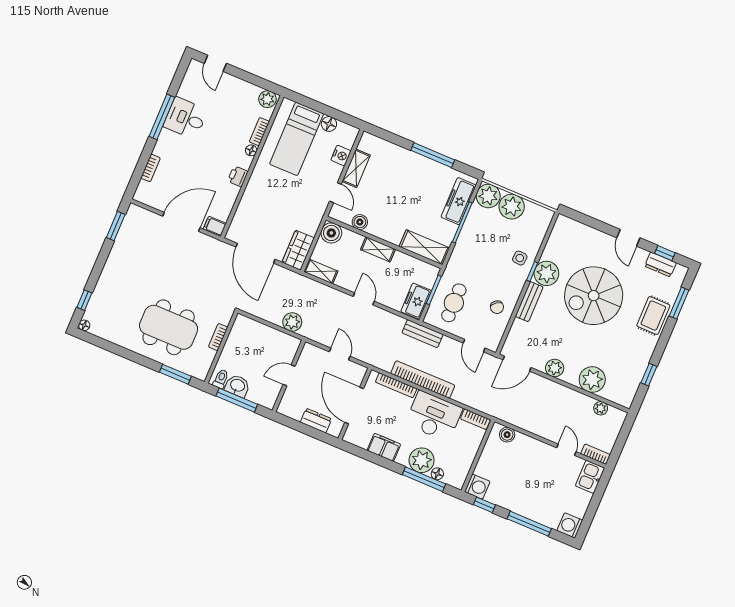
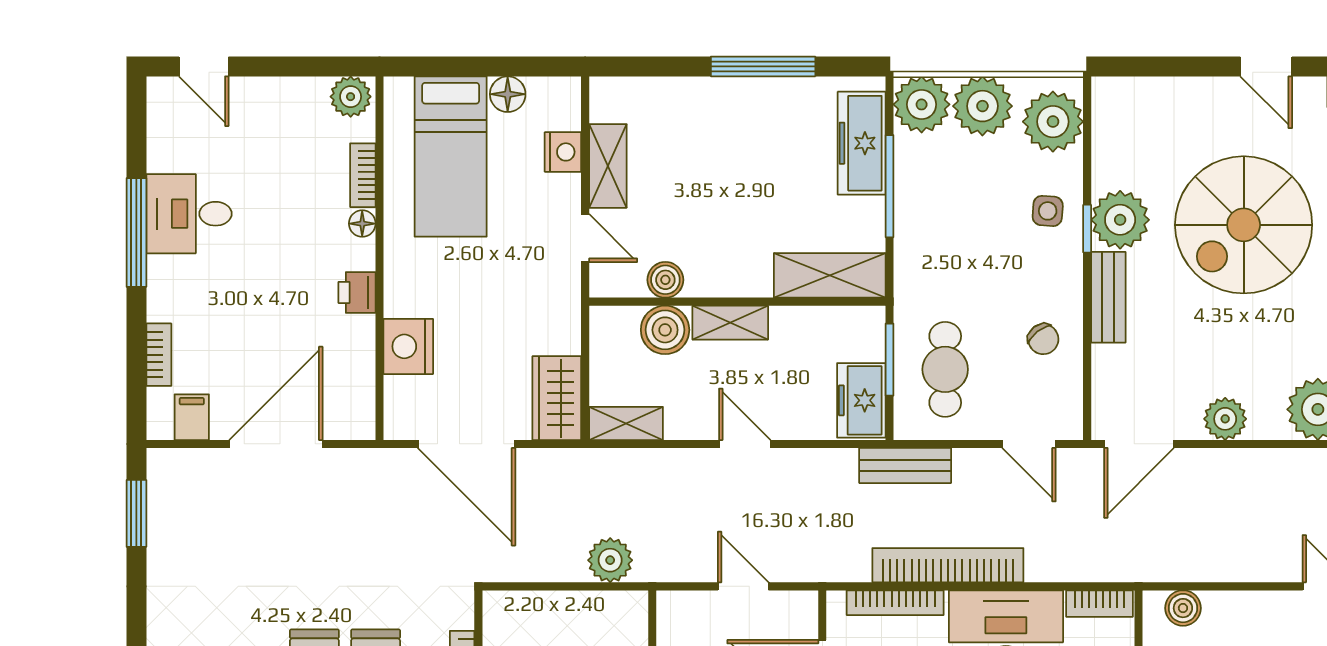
nightstand: (249, 206) -> (408, 346), added
plant: (536, 224) -> (1053, 122), added
filing cabinet: (215, 226) -> (192, 417), moved, turned 90
boiler: (331, 233) -> (665, 330), moved

